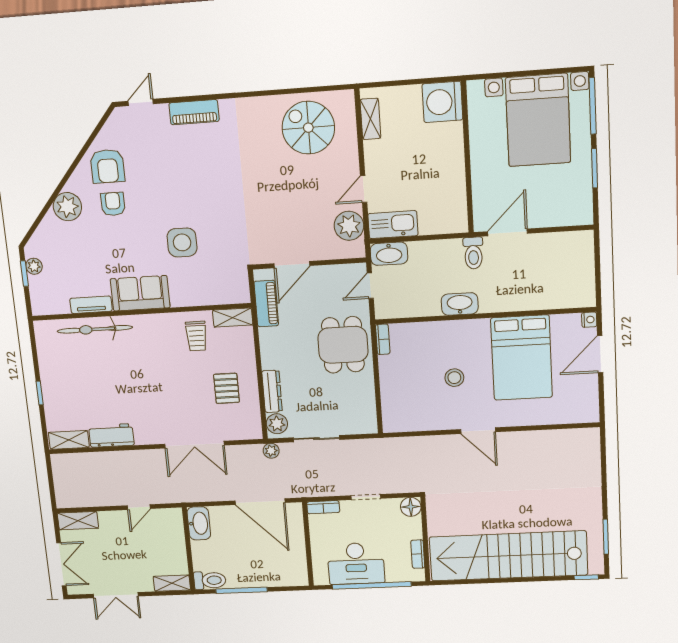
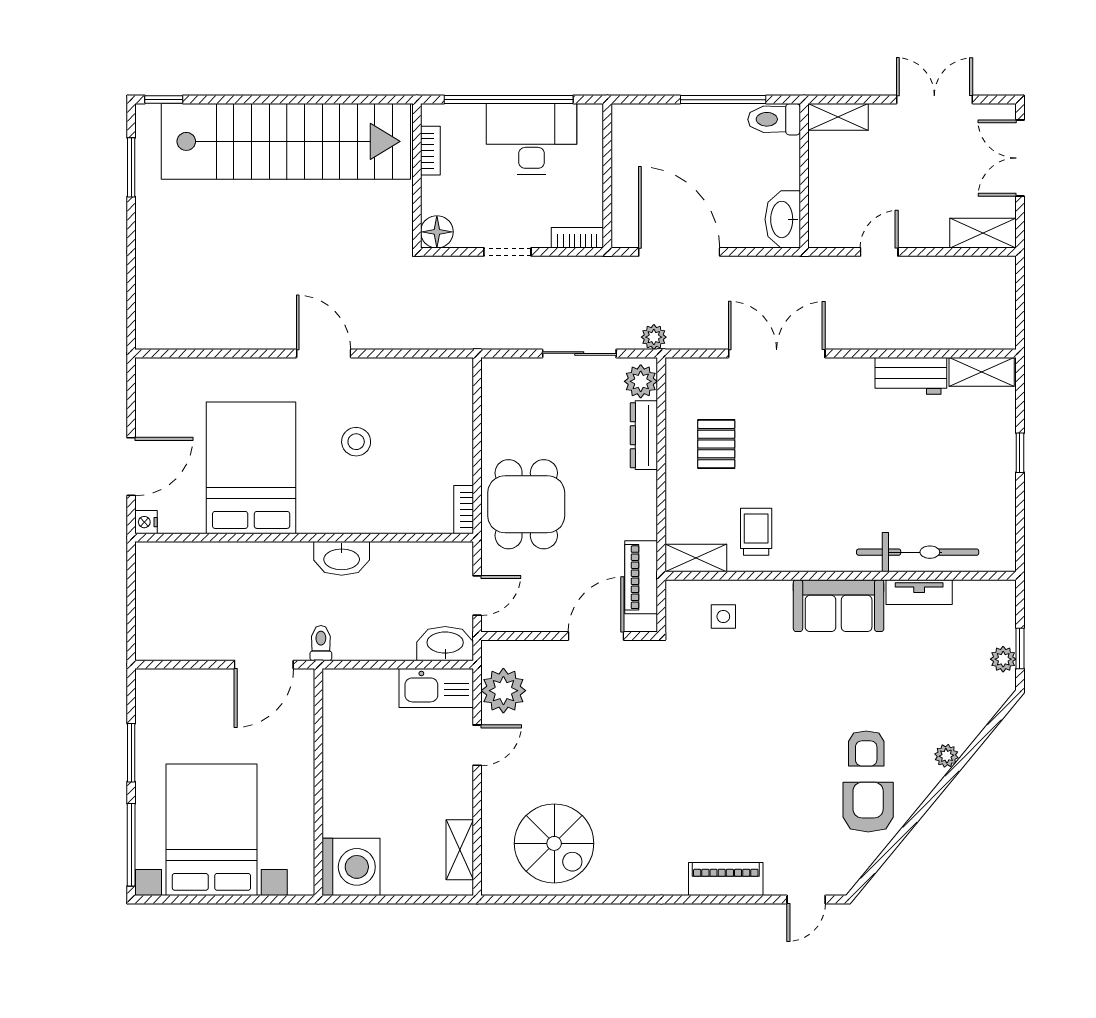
plant: (67, 207) -> (946, 756), width x0.53, depth x0.53
side table: (182, 242) -> (723, 616), moved, width x0.54, depth x0.54
toilet: (473, 253) -> (321, 643), width x0.73, depth x0.72

